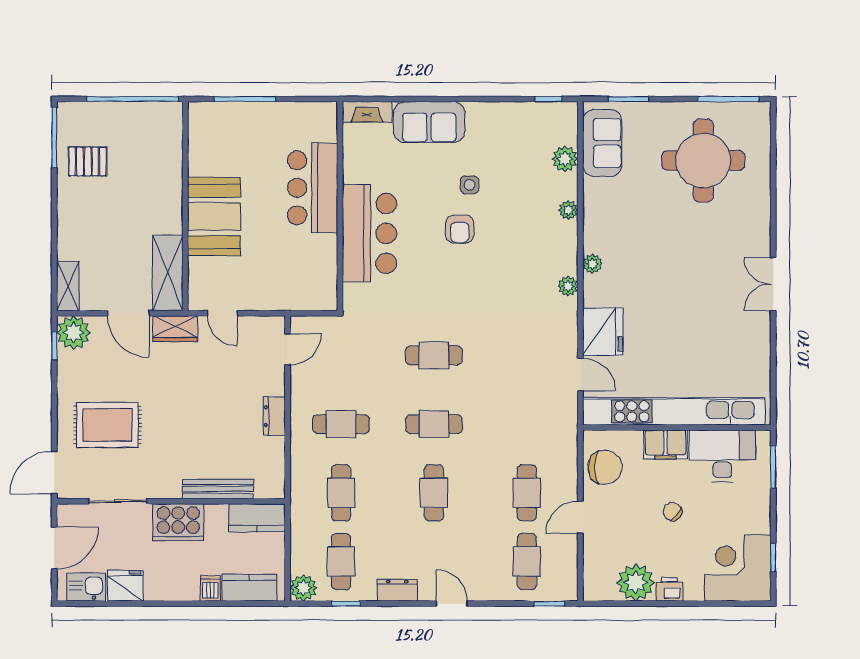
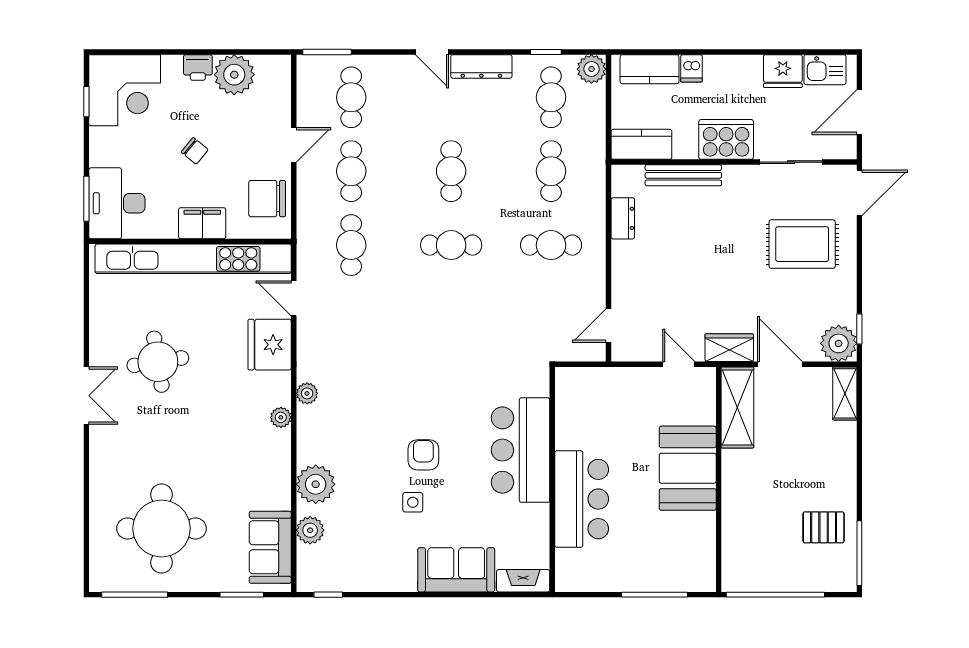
plant: (568, 210) -> (316, 484), width x1.87, depth x1.87
round table: (707, 316) -> (158, 362), added
cafe table: (434, 355) -> (351, 245), moved, turned 90
dresser: (274, 416) -> (623, 218), moved
desk: (722, 456) -> (117, 203), moved, turned 90
dresser: (397, 590) -> (481, 66), width x1.44
window: (549, 604) -> (327, 52), width x1.50

